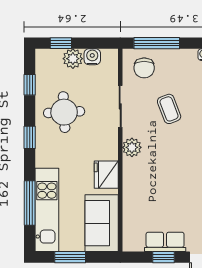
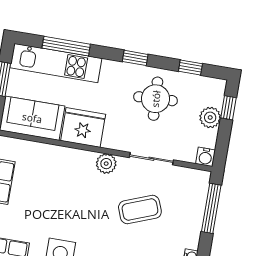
water cooler: (92, 57) -> (205, 157), moved, turned 90
chair: (144, 68) -> (188, 191), removed
coffee table: (169, 109) -> (140, 210), width x1.36, depth x1.30
fridge: (106, 175) -> (83, 127), width x1.36, depth x1.34

